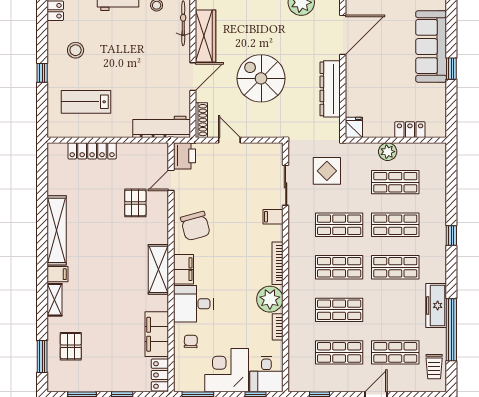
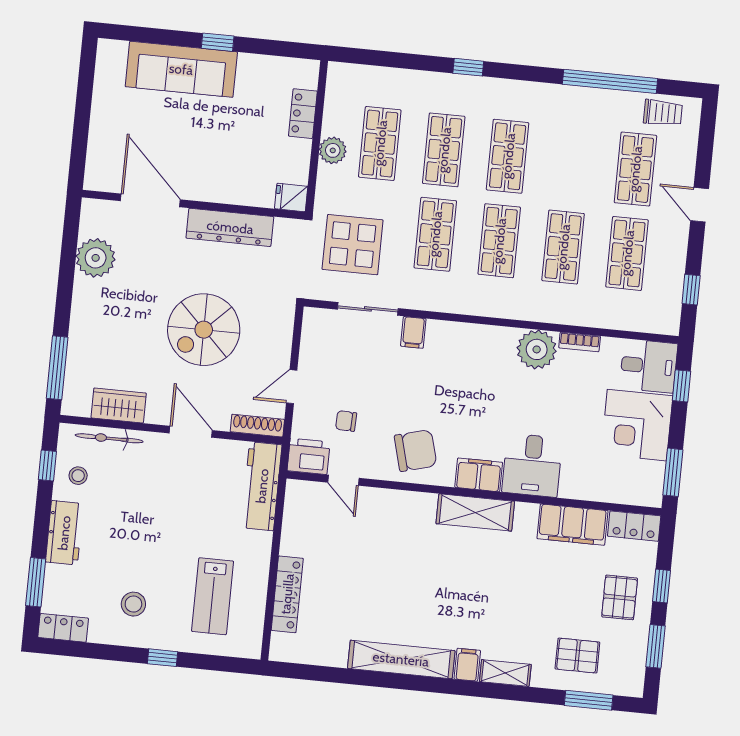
wardrobe: (205, 36) -> (119, 405), width x0.67
display table: (327, 171) -> (353, 245), width x1.36, depth x1.36
pallet: (135, 203) -> (620, 597), moved, turned 90
bookcase: (277, 263) -> (484, 333), removed
freezer: (436, 305) -> (571, 101), removed
chair: (191, 341) -> (346, 421), moved

